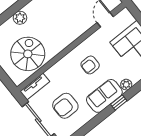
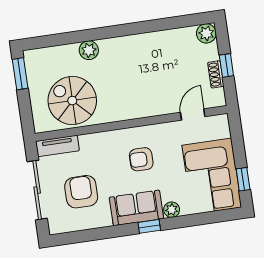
spiral stairs: (28, 54) -> (72, 101), turned -90
armchair: (65, 106) -> (81, 192), turned 90

